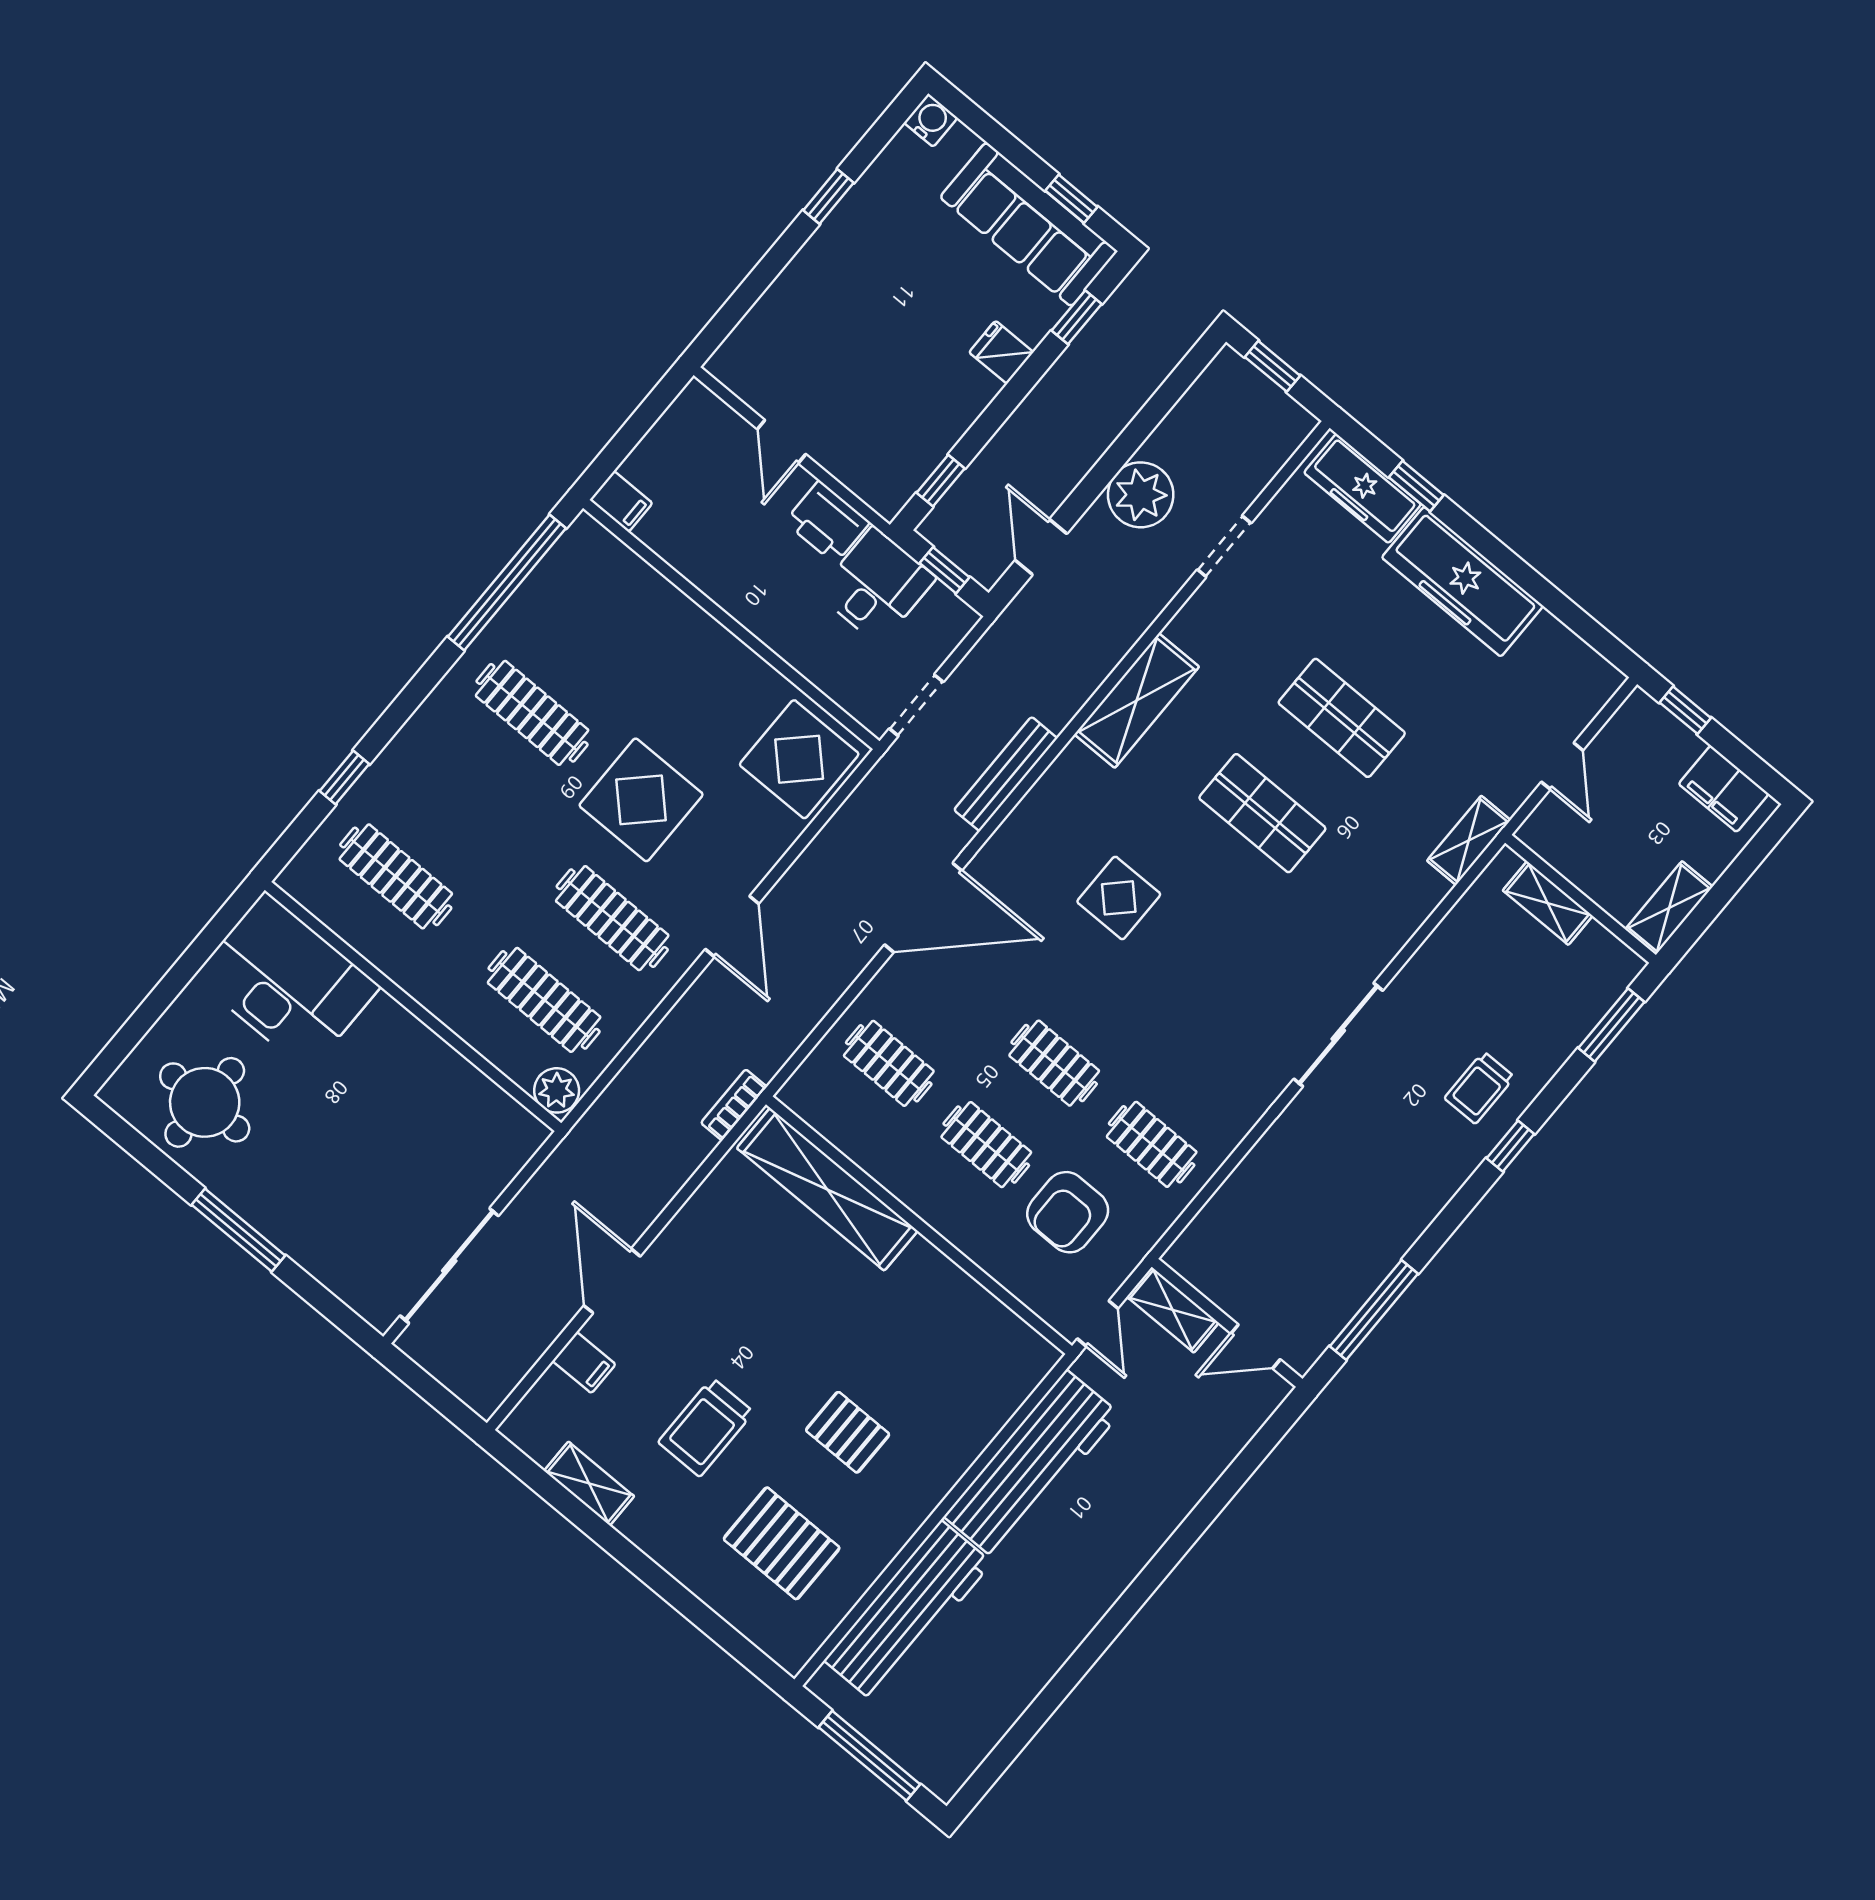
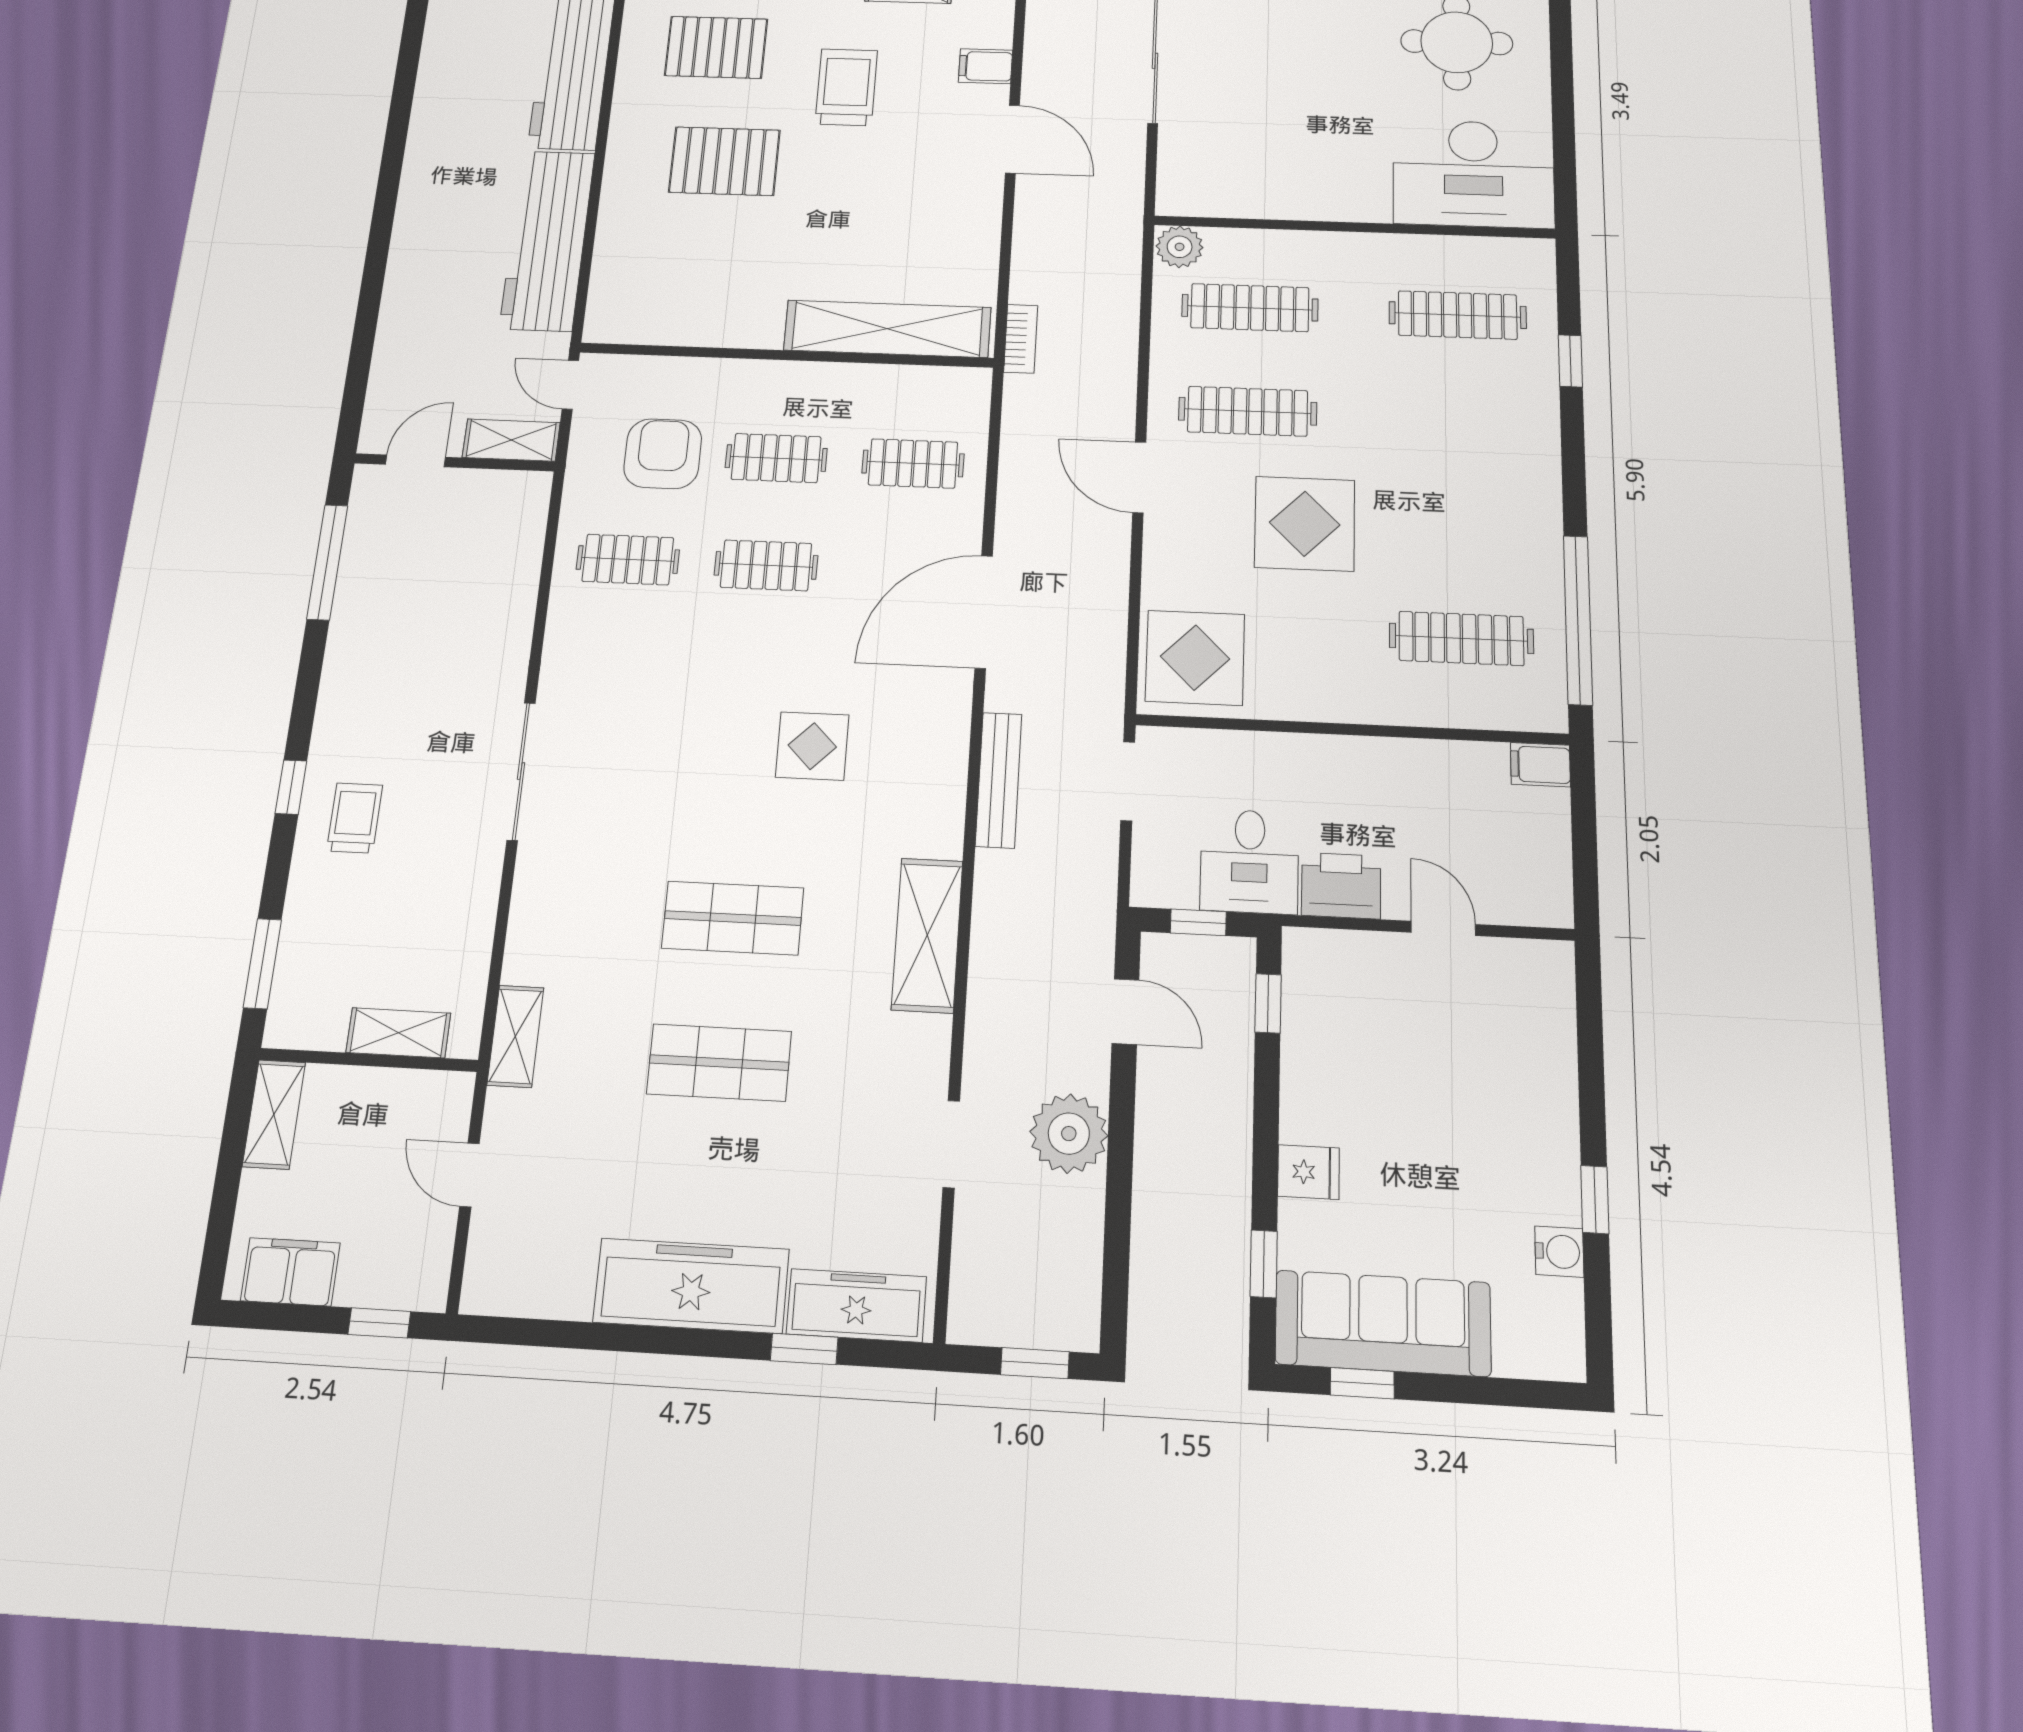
water cooler: (931, 120) -> (1559, 1252), moved, turned -90
clothes rail: (532, 713) -> (1461, 638), moved
pallet: (848, 1432) -> (724, 161), width x1.50, depth x1.42

